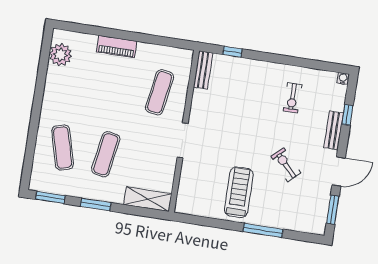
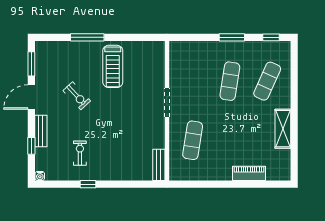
piano: (117, 47) -> (249, 173), moved
window: (232, 52) -> (88, 184), moved
plant: (60, 55) -> (281, 159), removed
exercise mat: (63, 147) -> (267, 81), turned 39
window: (50, 197) -> (271, 37), width x0.67
shelving: (148, 199) -> (283, 129), moved, turned 90

